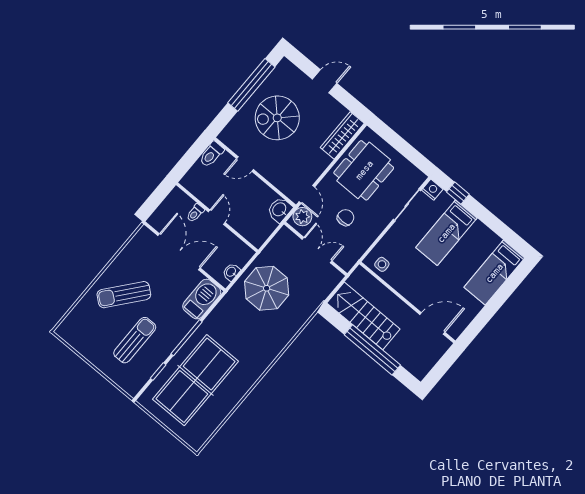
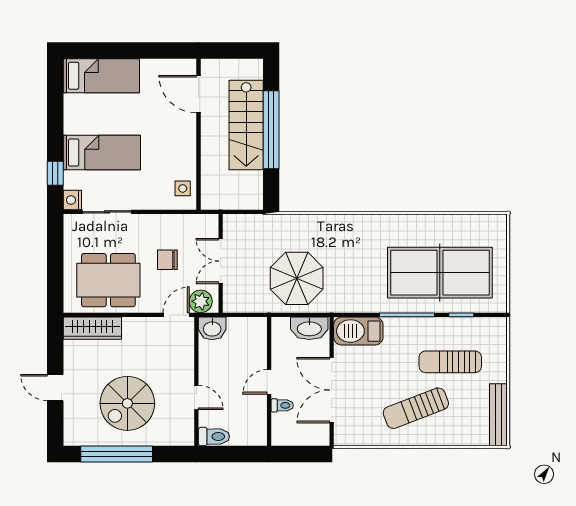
spiral stairs: (277, 118) -> (127, 403), turned 90
washbasin: (231, 272) -> (309, 328), width x1.91, depth x1.45
sun lounger: (124, 295) -> (416, 408), turned 120
stairs: (363, 316) -> (246, 125), moved
bench: (77, 342) -> (498, 415), added

